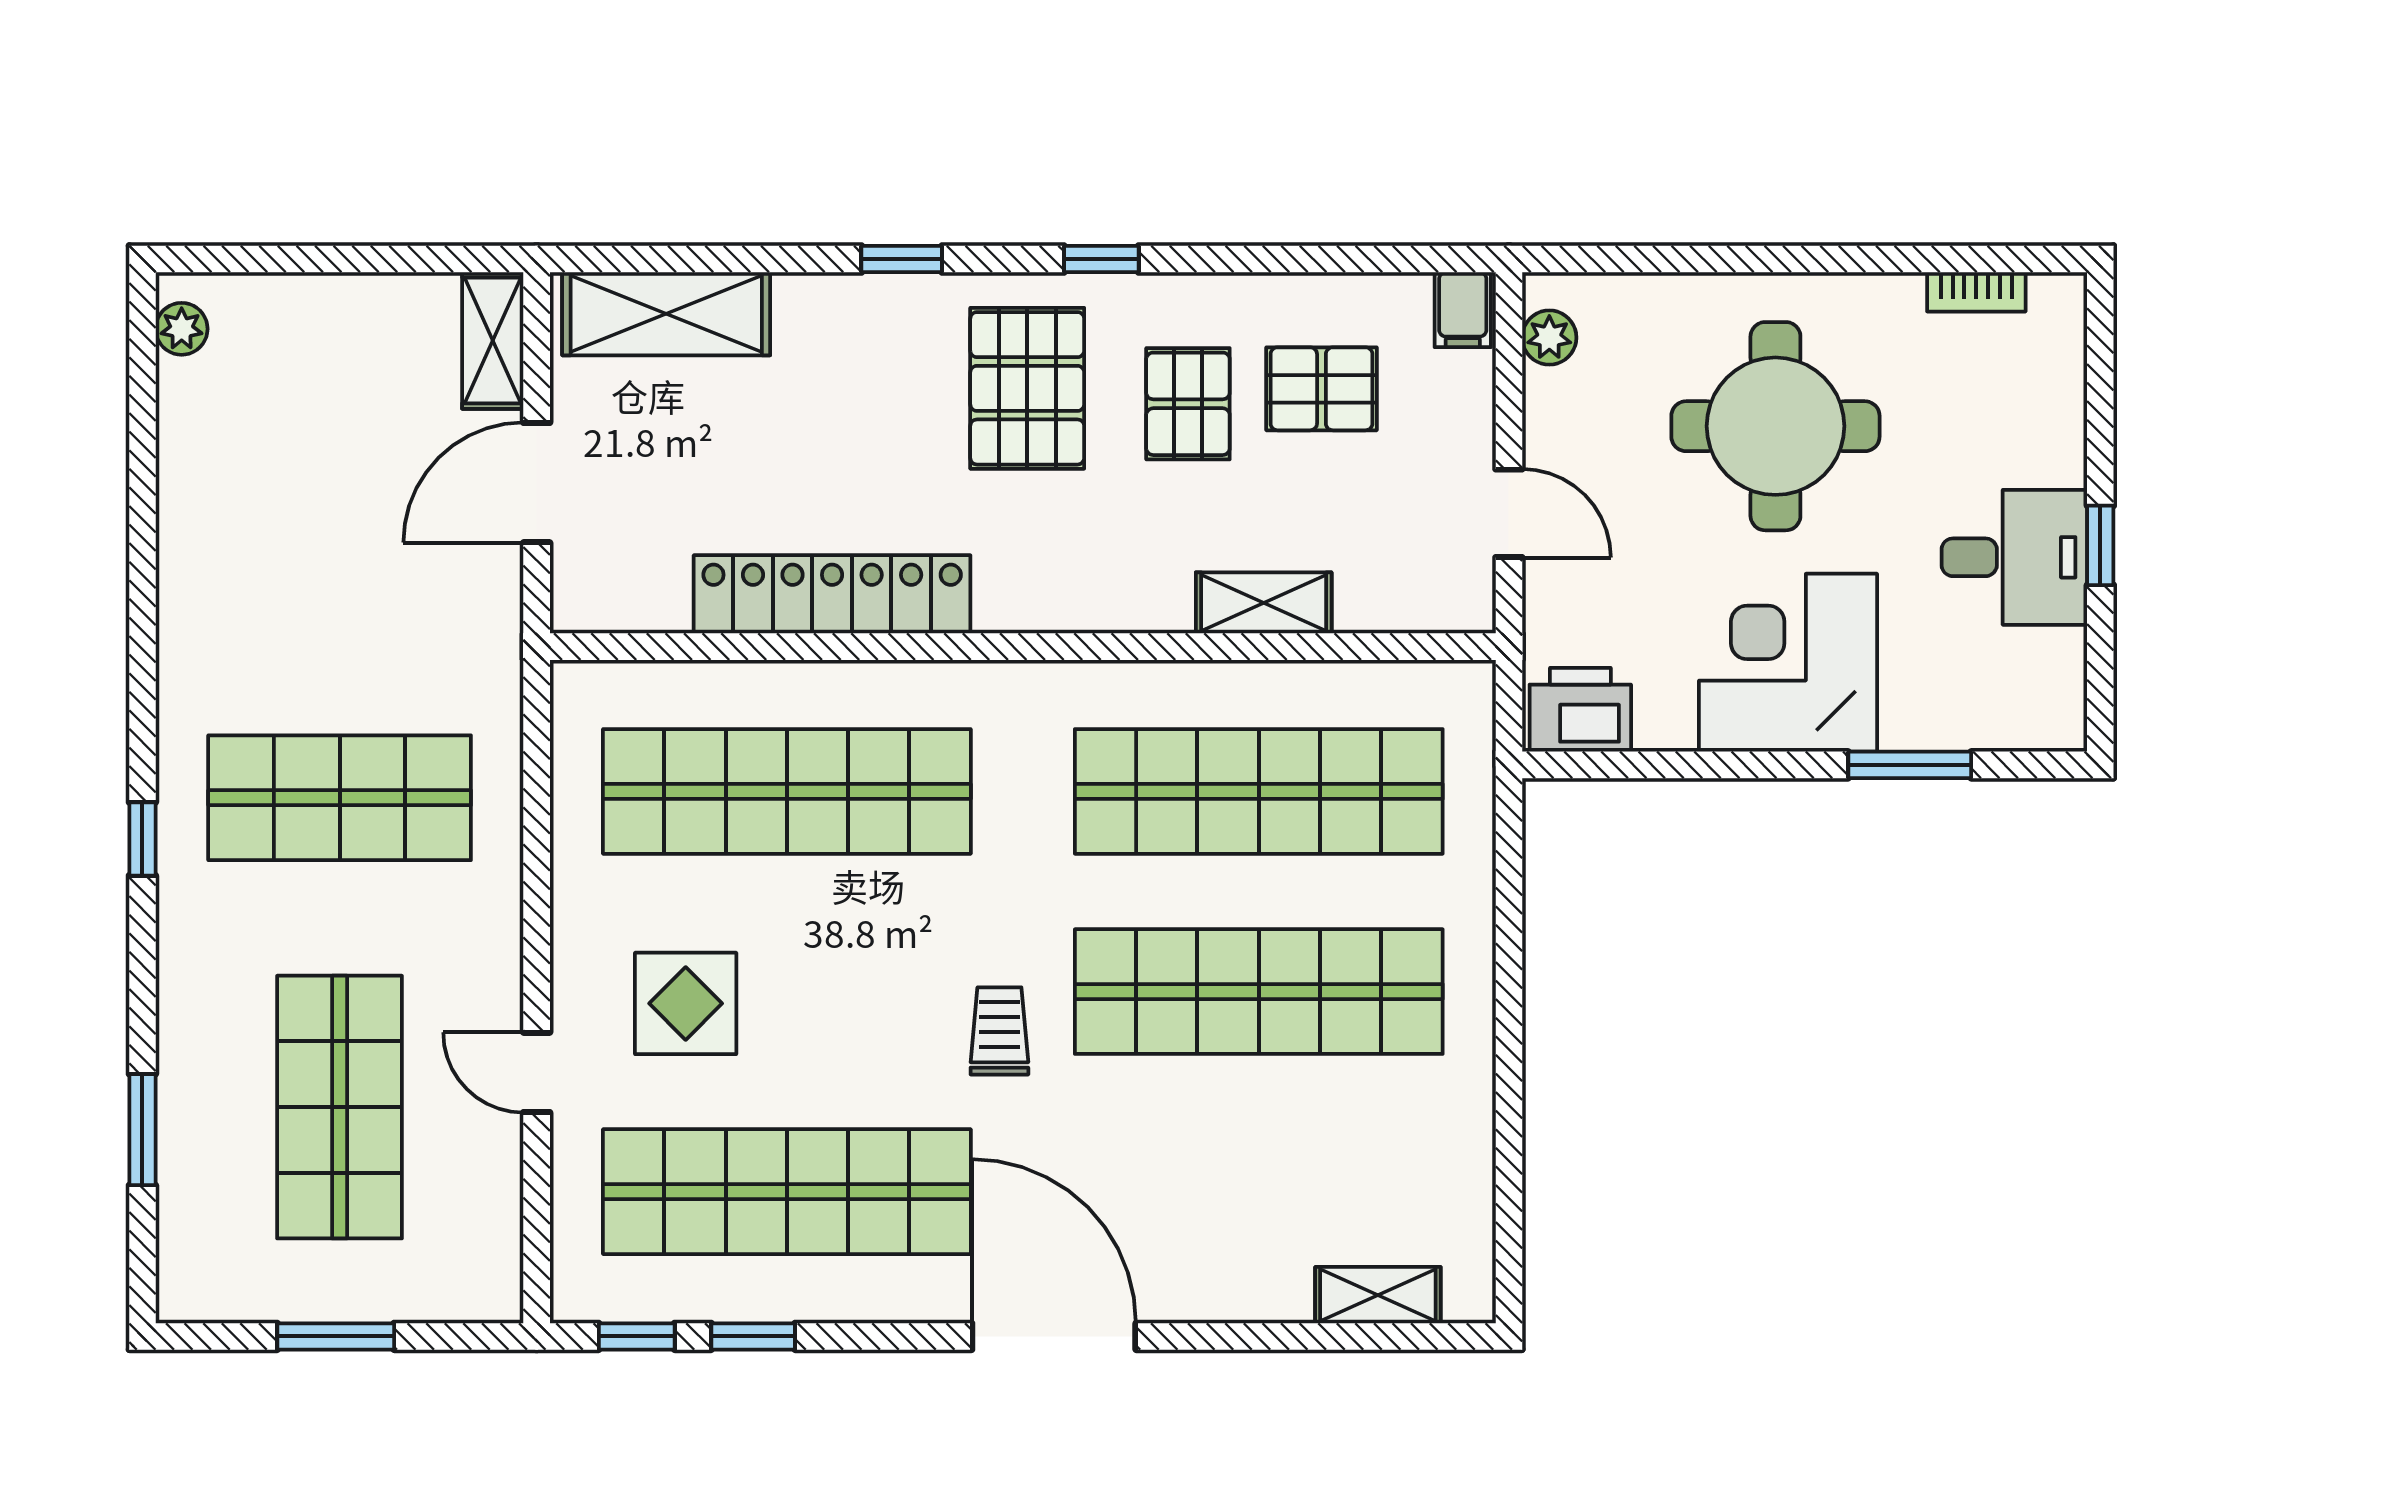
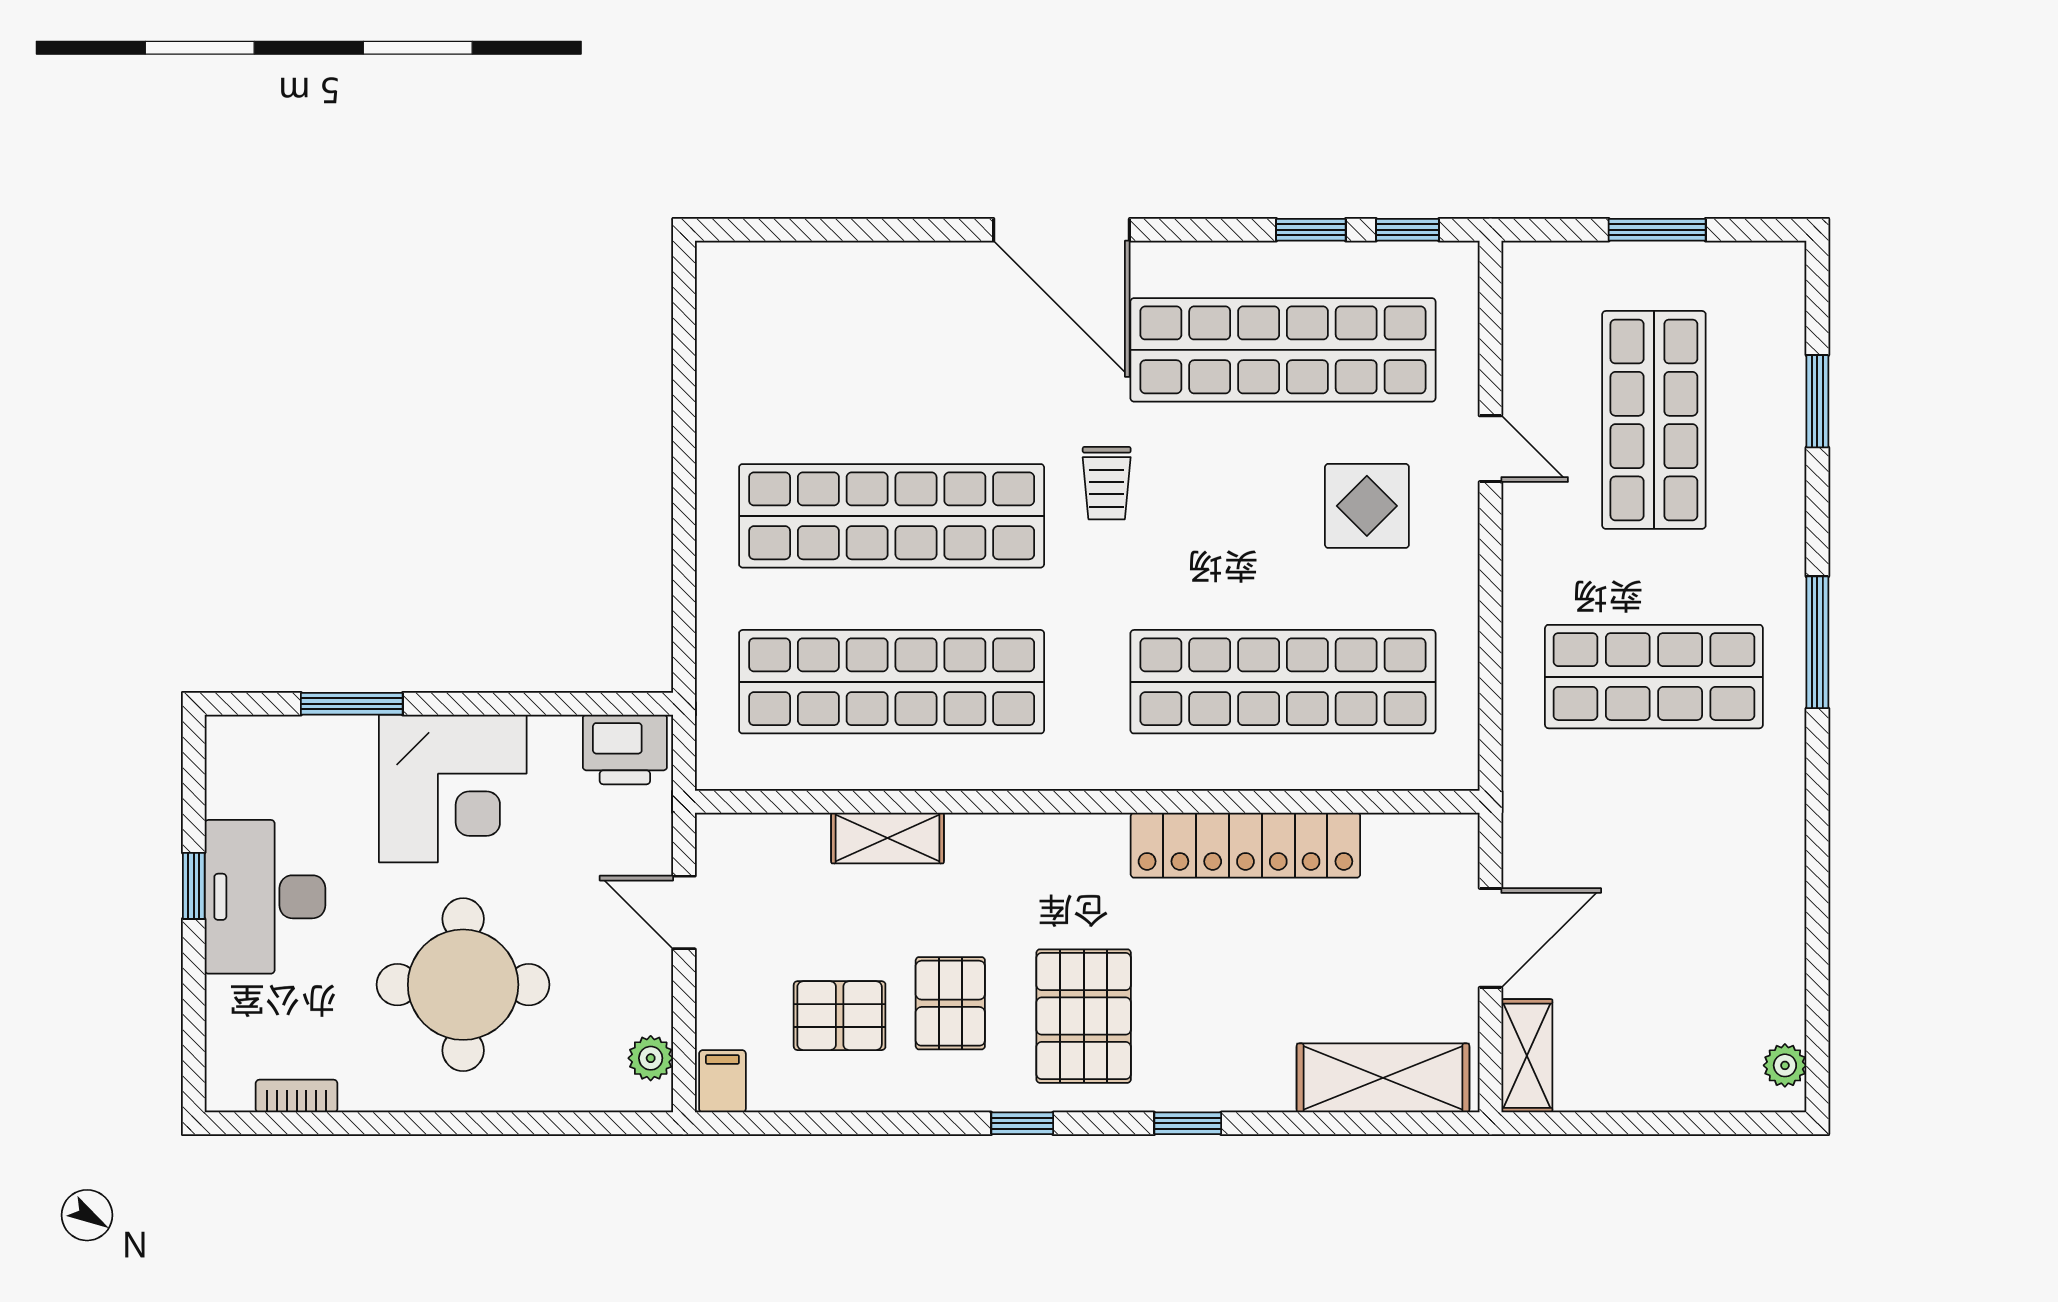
desk: (2014, 557) -> (265, 897), width x1.37
window: (142, 839) -> (1817, 642), width x2.17
shelving: (1378, 1295) -> (793, 264), removed

